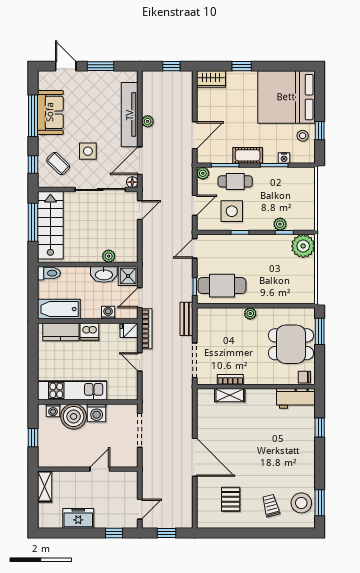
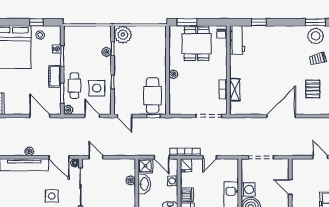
bench: (186, 319) -> (178, 122), removed
pallet: (231, 499) -> (313, 89), turned 90

